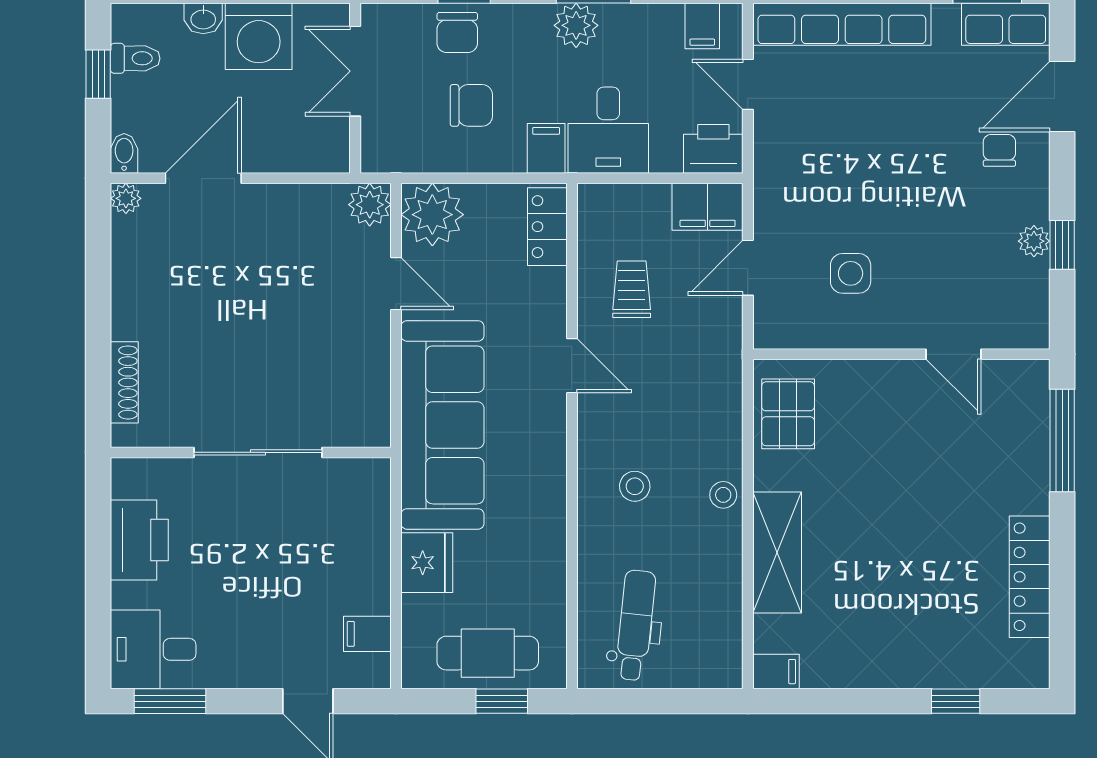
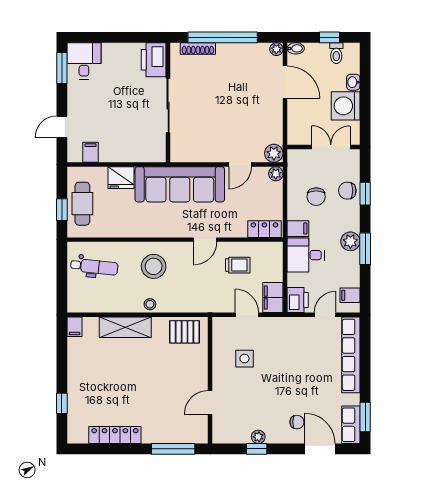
plant: (432, 215) -> (276, 174), width x0.53, depth x0.53
window: (98, 325) -> (223, 37), added
stool: (635, 486) -> (154, 266), width x1.89, depth x1.89
printer: (139, 540) -> (154, 60), moved, turned 90

